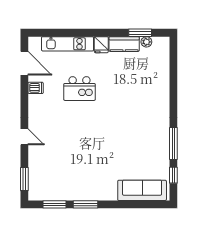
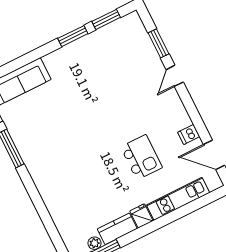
kitchen island: (80, 89) -> (141, 157), turned 90
door: (24, 137) -> (175, 76), hinge flipped
window: (24, 179) -> (159, 43), moved

